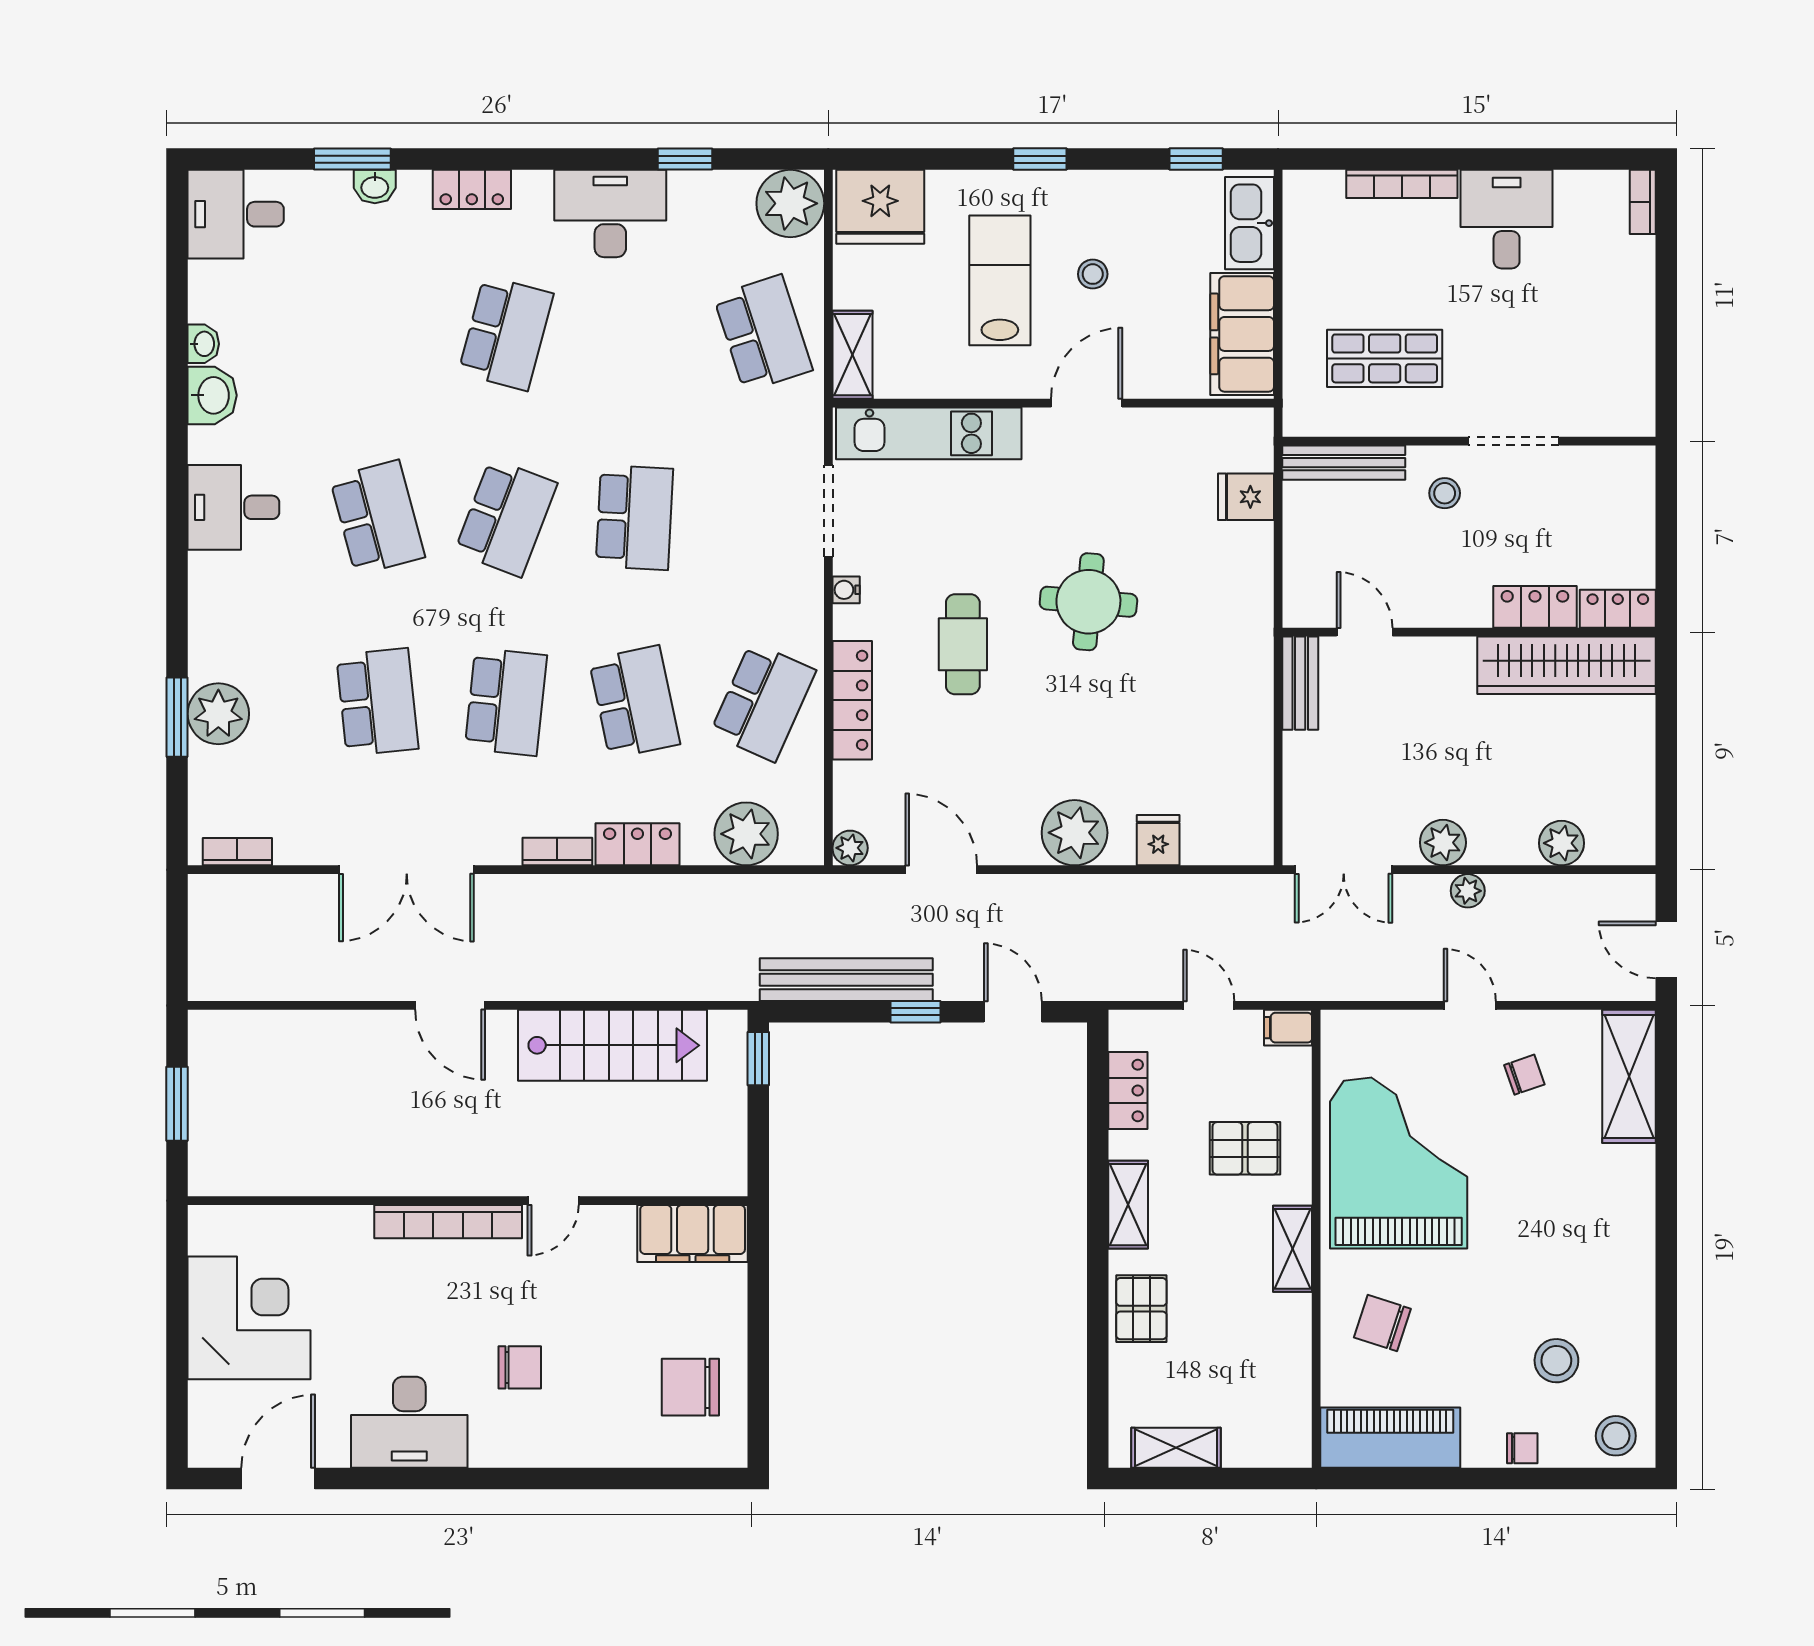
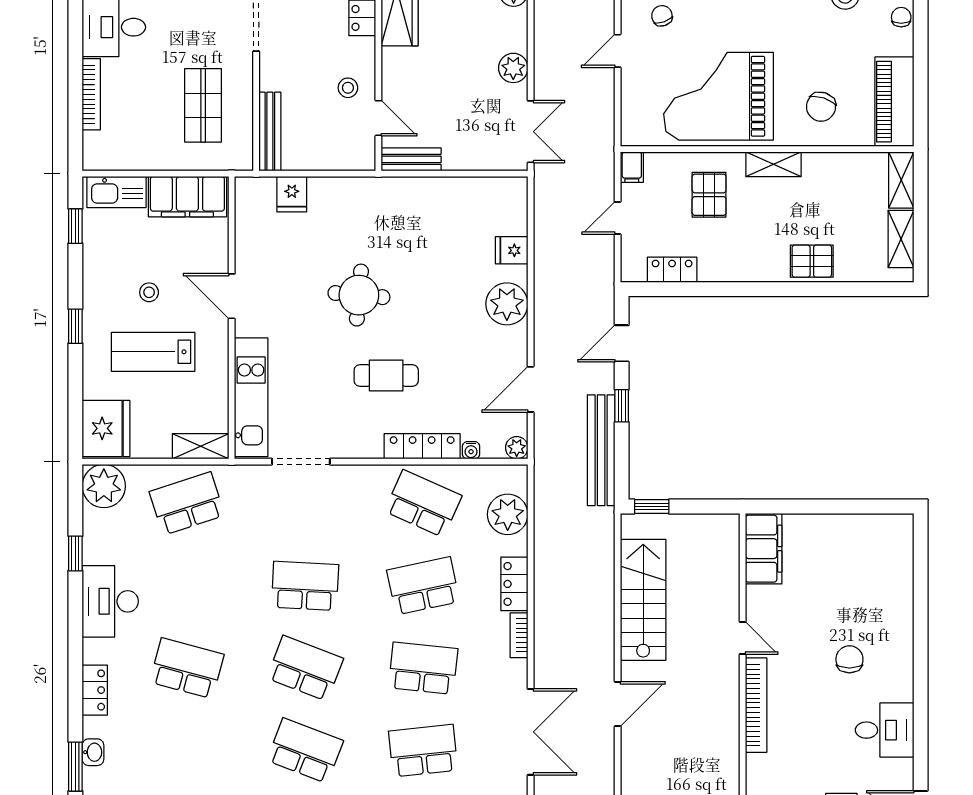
stool: (1445, 493) -> (348, 88), moved
school desk: (377, 518) -> (305, 751), turned 36
water cooler: (846, 590) -> (471, 450), moved
door: (1365, 632) -> (378, 118), swing flipped
plant: (1468, 891) -> (544, 52), removed
shelving: (1128, 1205) -> (901, 180), moved, turned 90
chair: (690, 1387) -> (862, 550), removed
desk: (409, 1422) -> (885, 730), width x0.73

